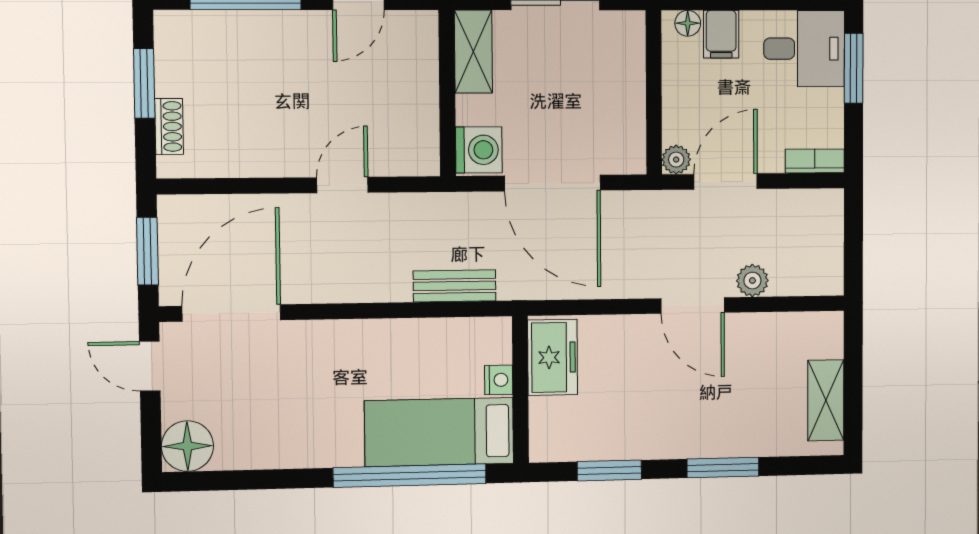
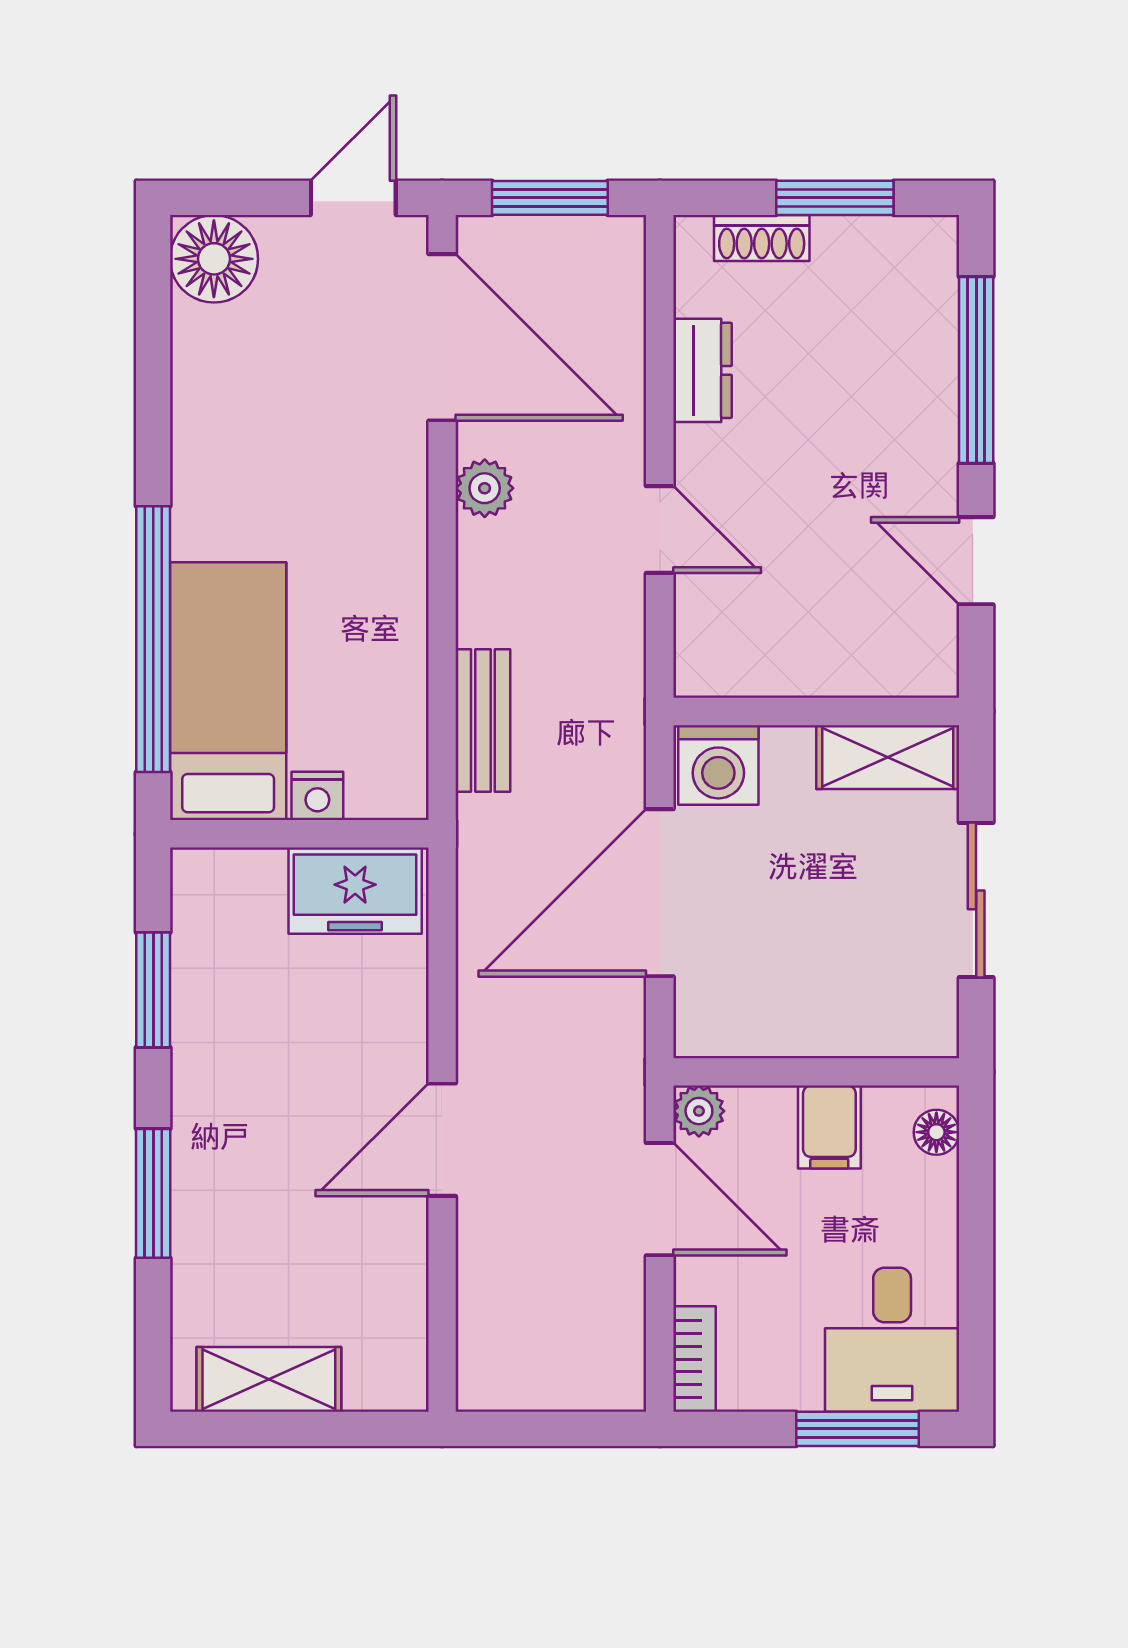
filing cabinet: (721, 34) -> (829, 1127), moved, turned -90
dresser: (248, 161) -> (703, 370), added
plant: (752, 281) -> (485, 488), moved

